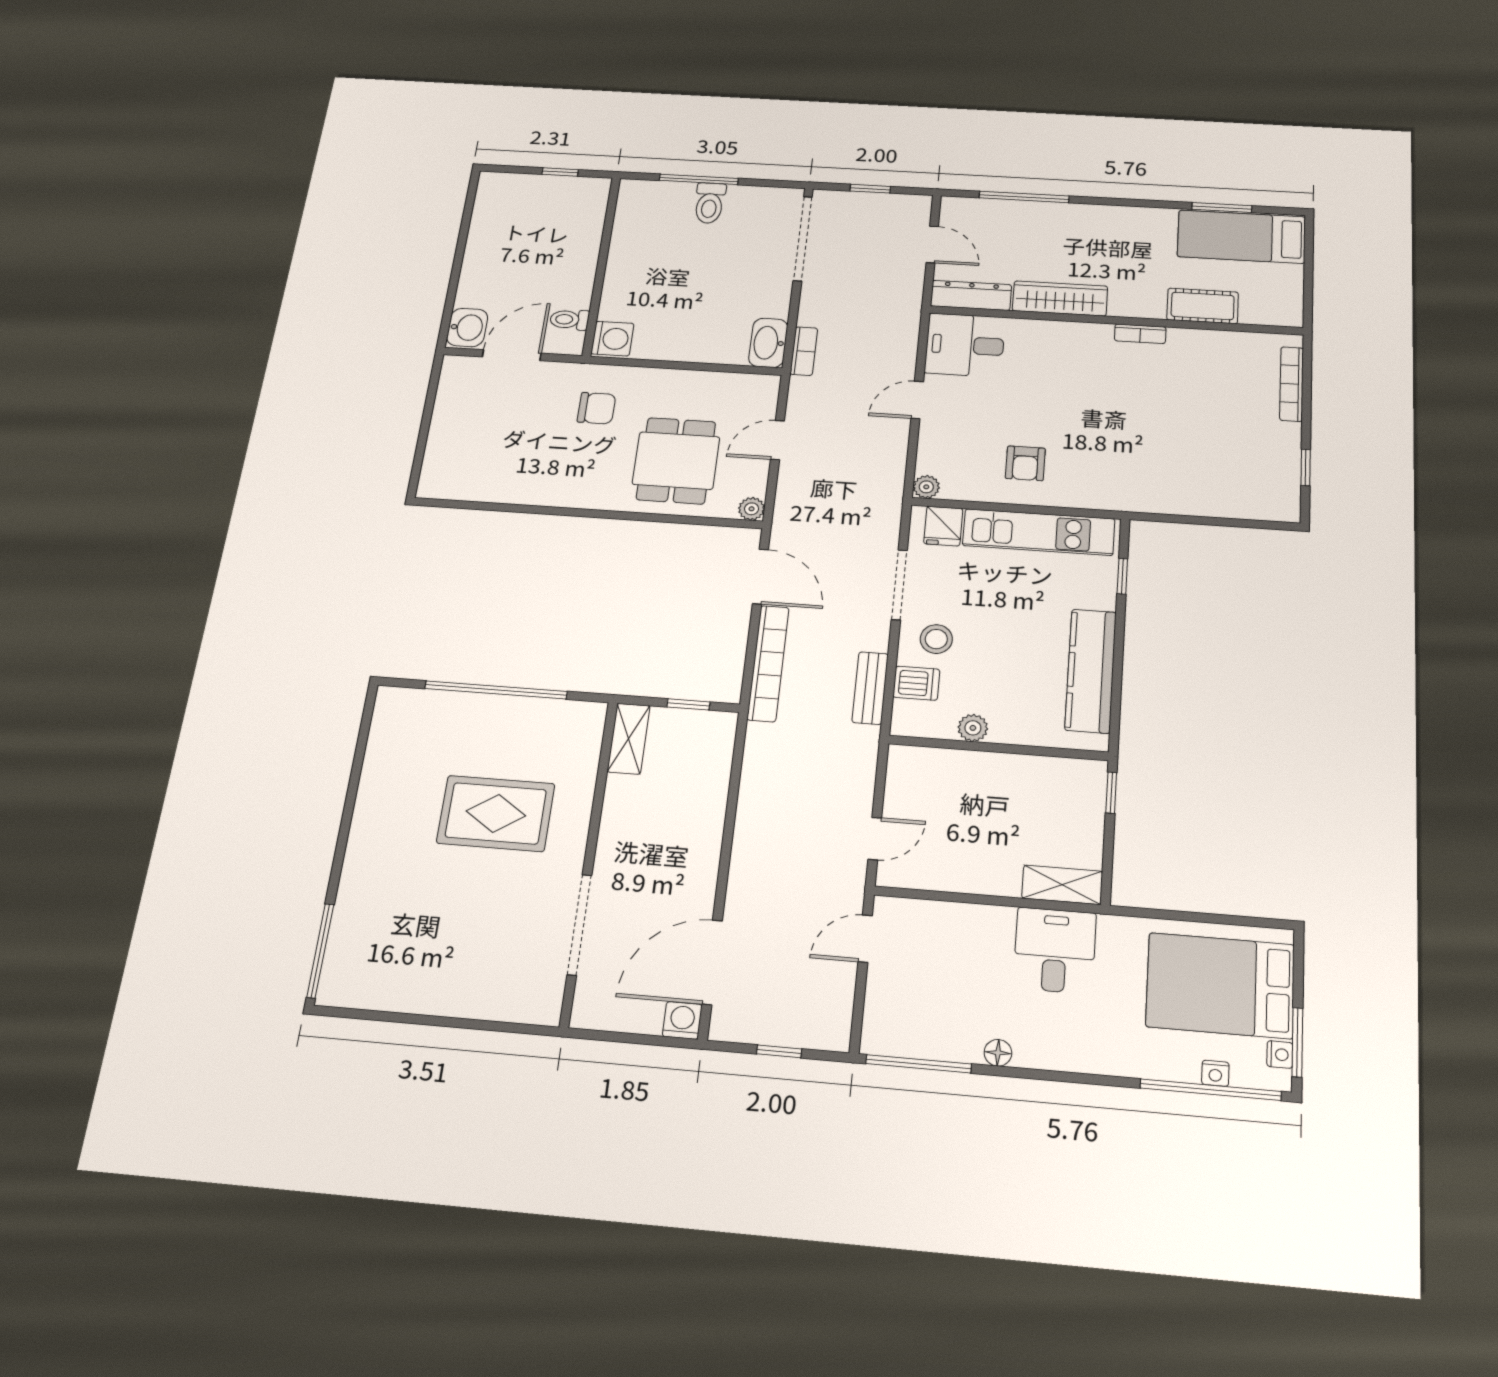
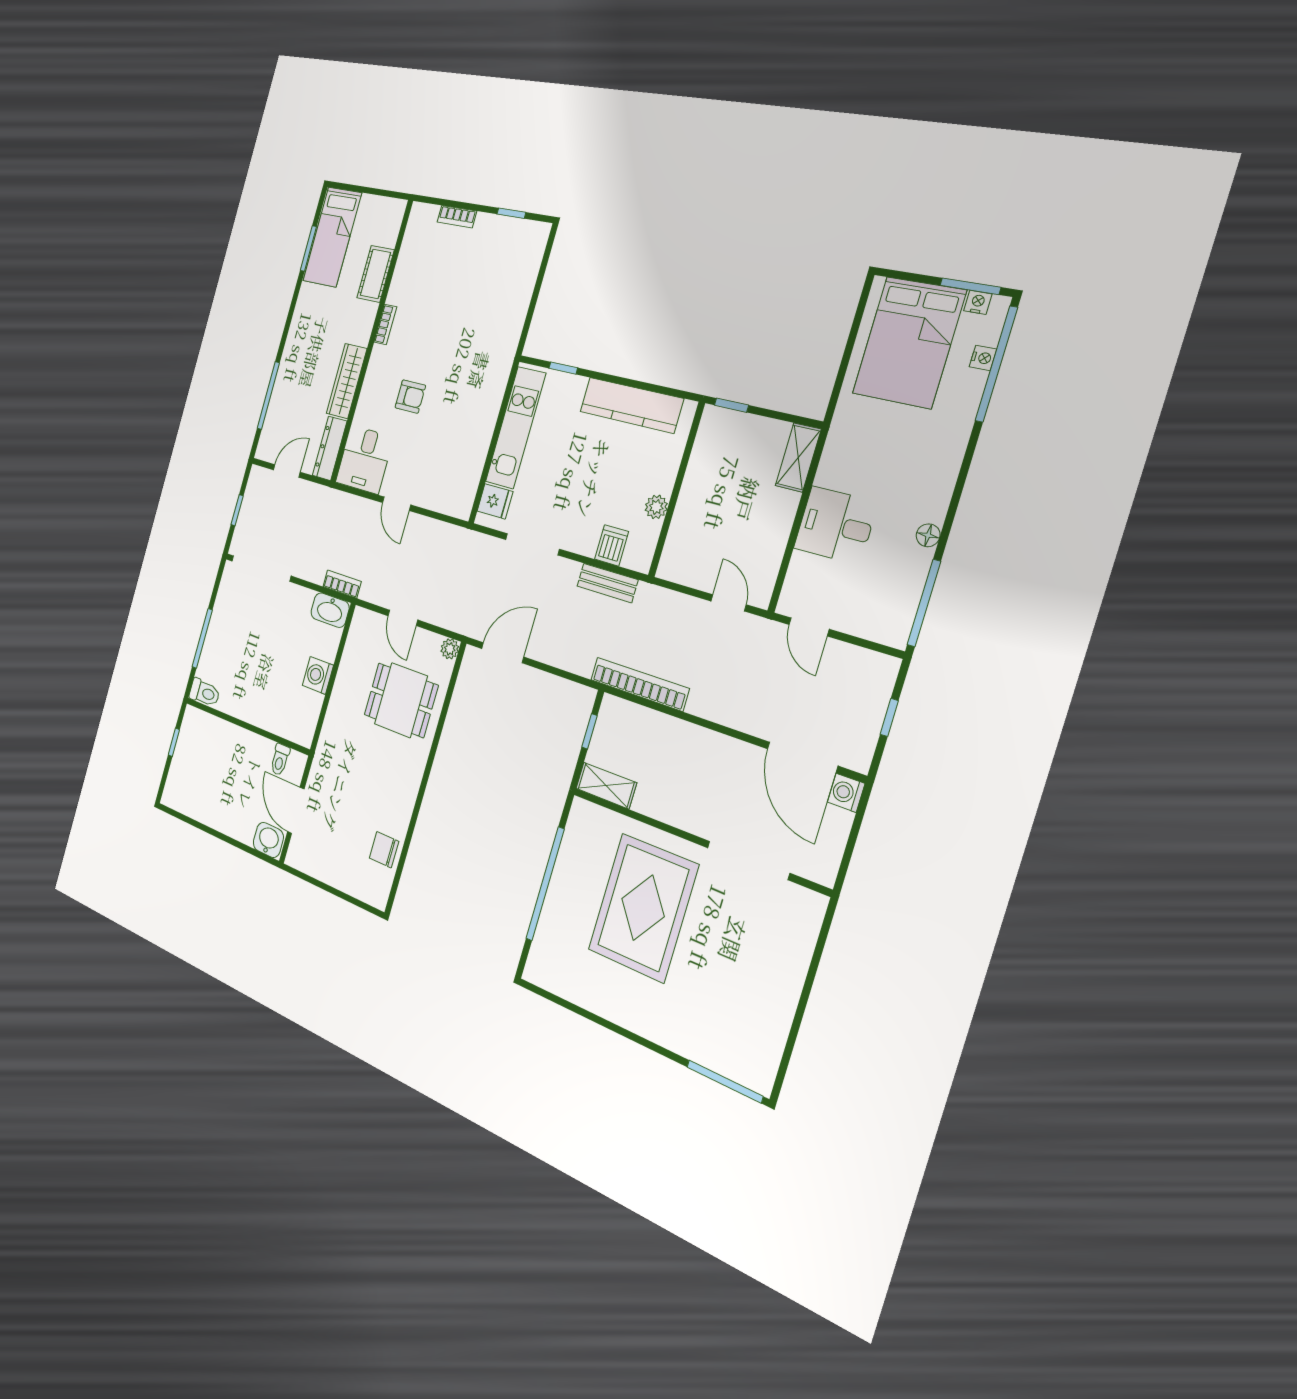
toilet: (710, 203) -> (205, 693), moved
washing machine: (612, 339) -> (318, 675), moved, turned -90
bookcase: (1292, 384) -> (457, 217), width x0.64
chair: (597, 408) -> (384, 850), moved, turned -90
armchair: (1025, 463) -> (410, 397), moved
plant: (926, 487) -> (463, 509), removed
stool: (936, 639) -> (580, 523), removed
bookcase: (768, 663) -> (639, 684), moved
rug: (496, 813) -> (643, 908), width x1.37, depth x1.44
desk: (1055, 950) -> (836, 525), moved

